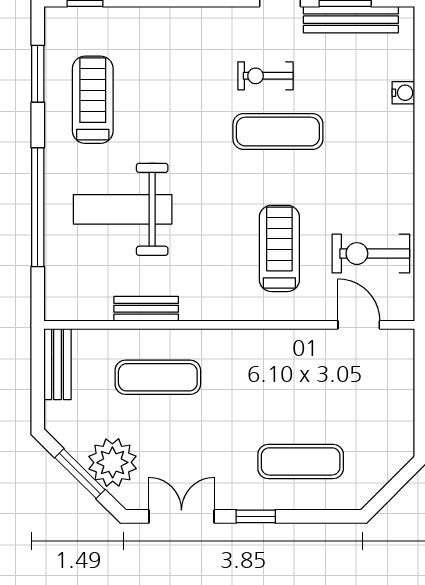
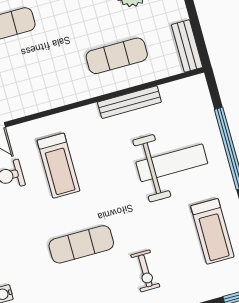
exercise bike: (265, 76) -> (145, 271), moved, turned 90
bench: (146, 309) -> (129, 102), width x1.36

